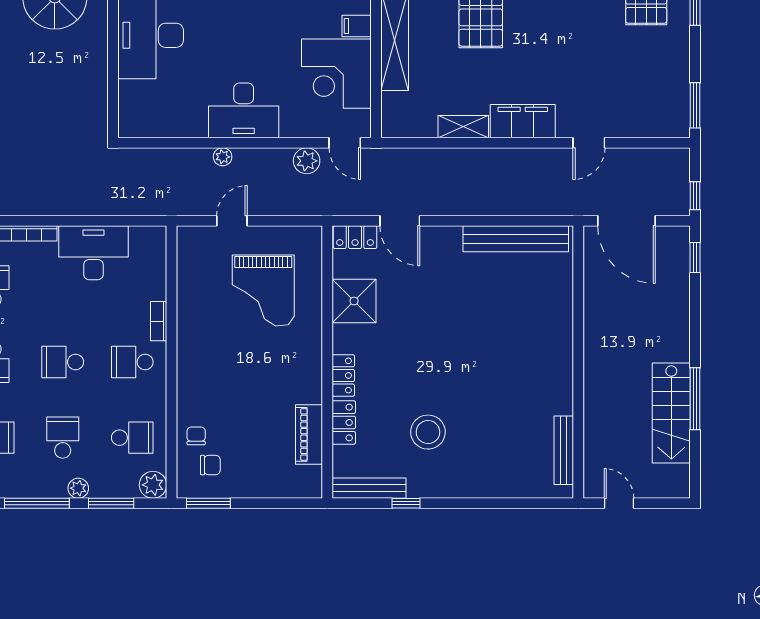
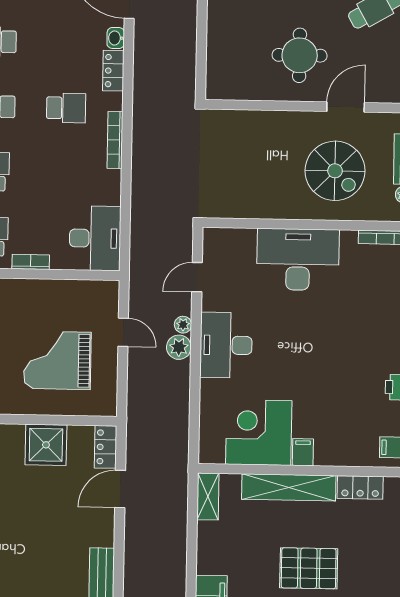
shelving: (463, 127) -> (208, 497), moved
door: (345, 143) -> (197, 277), moved
plant: (307, 161) -> (179, 347), moved
desk: (93, 253) -> (95, 238), moved

